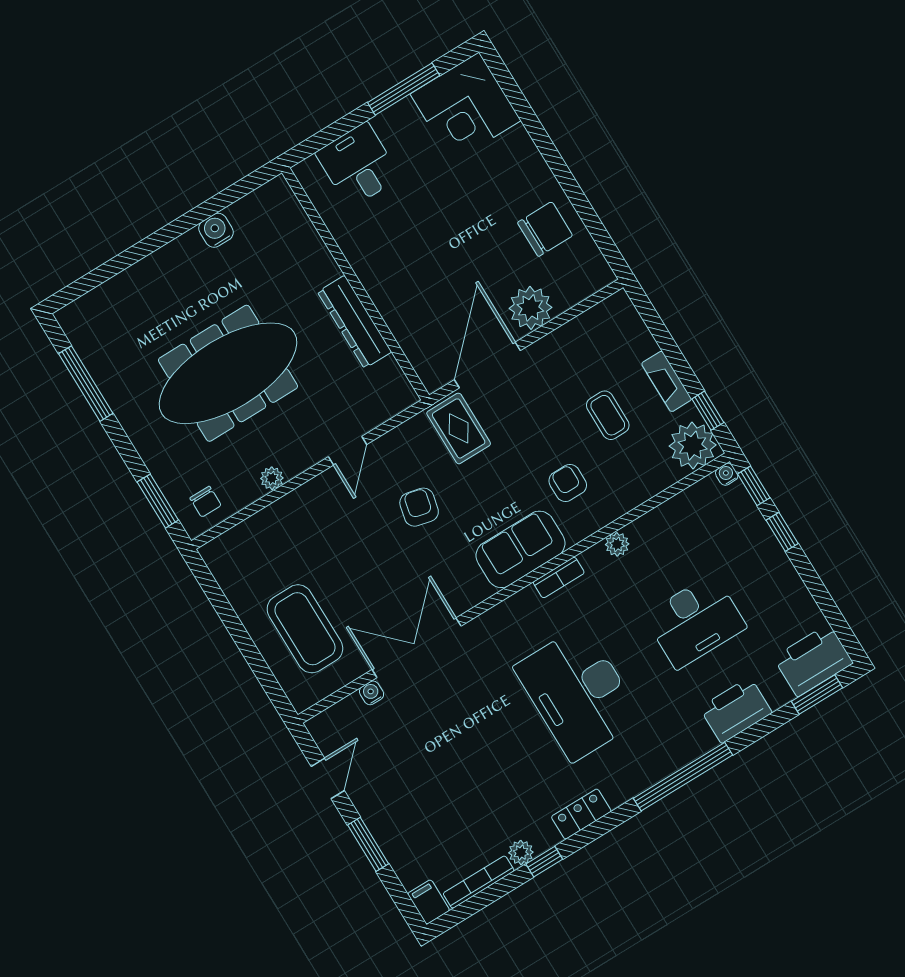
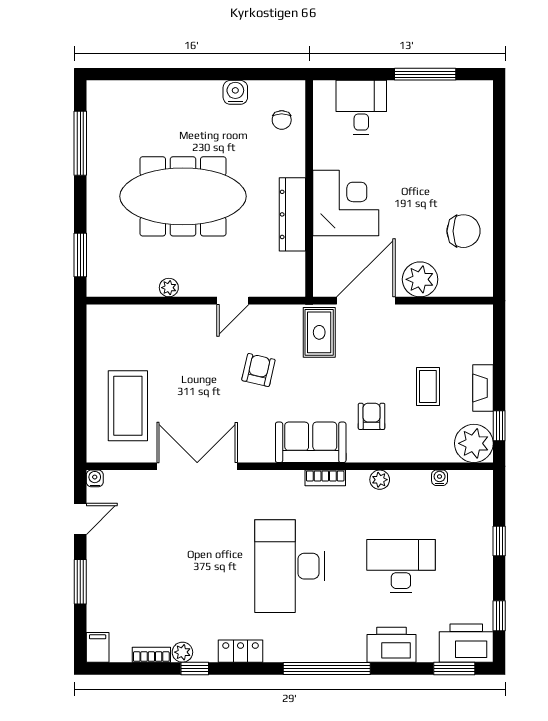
corner desk: (466, 107) -> (346, 203), moved, turned 180
water cooler: (727, 474) -> (440, 478), moved
window: (754, 486) -> (499, 616), moved
chair: (206, 502) -> (282, 120), moved
desk: (695, 621) -> (401, 566), turned 180
water cooler: (372, 693) -> (95, 478), moved
bookcase: (479, 882) -> (151, 655), width x0.64

